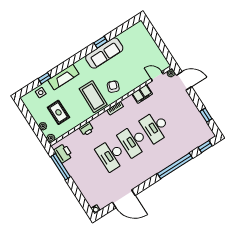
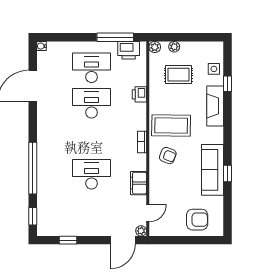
armchair: (141, 43) -> (197, 220), added
desk: (133, 141) -> (92, 68), moved

